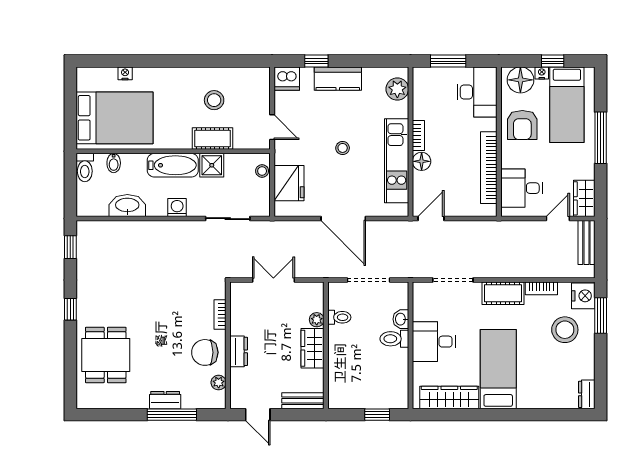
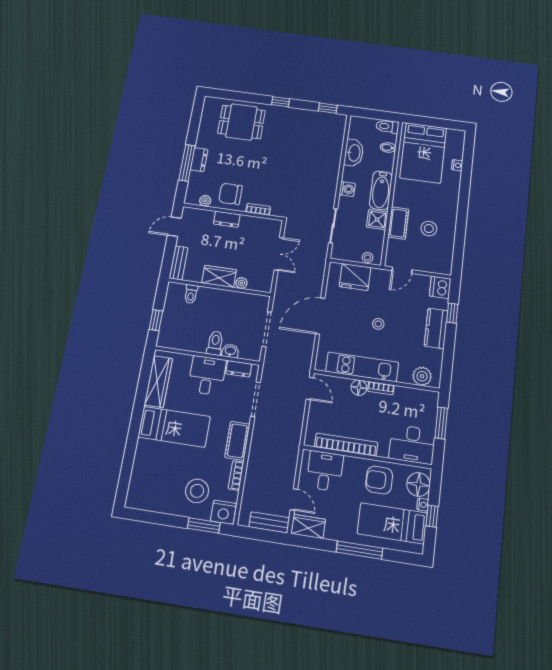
toilet: (339, 317) -> (191, 294), moved
chair: (205, 352) -> (231, 194), turned -90
dresser: (587, 394) -> (239, 369), moved, turned 180

